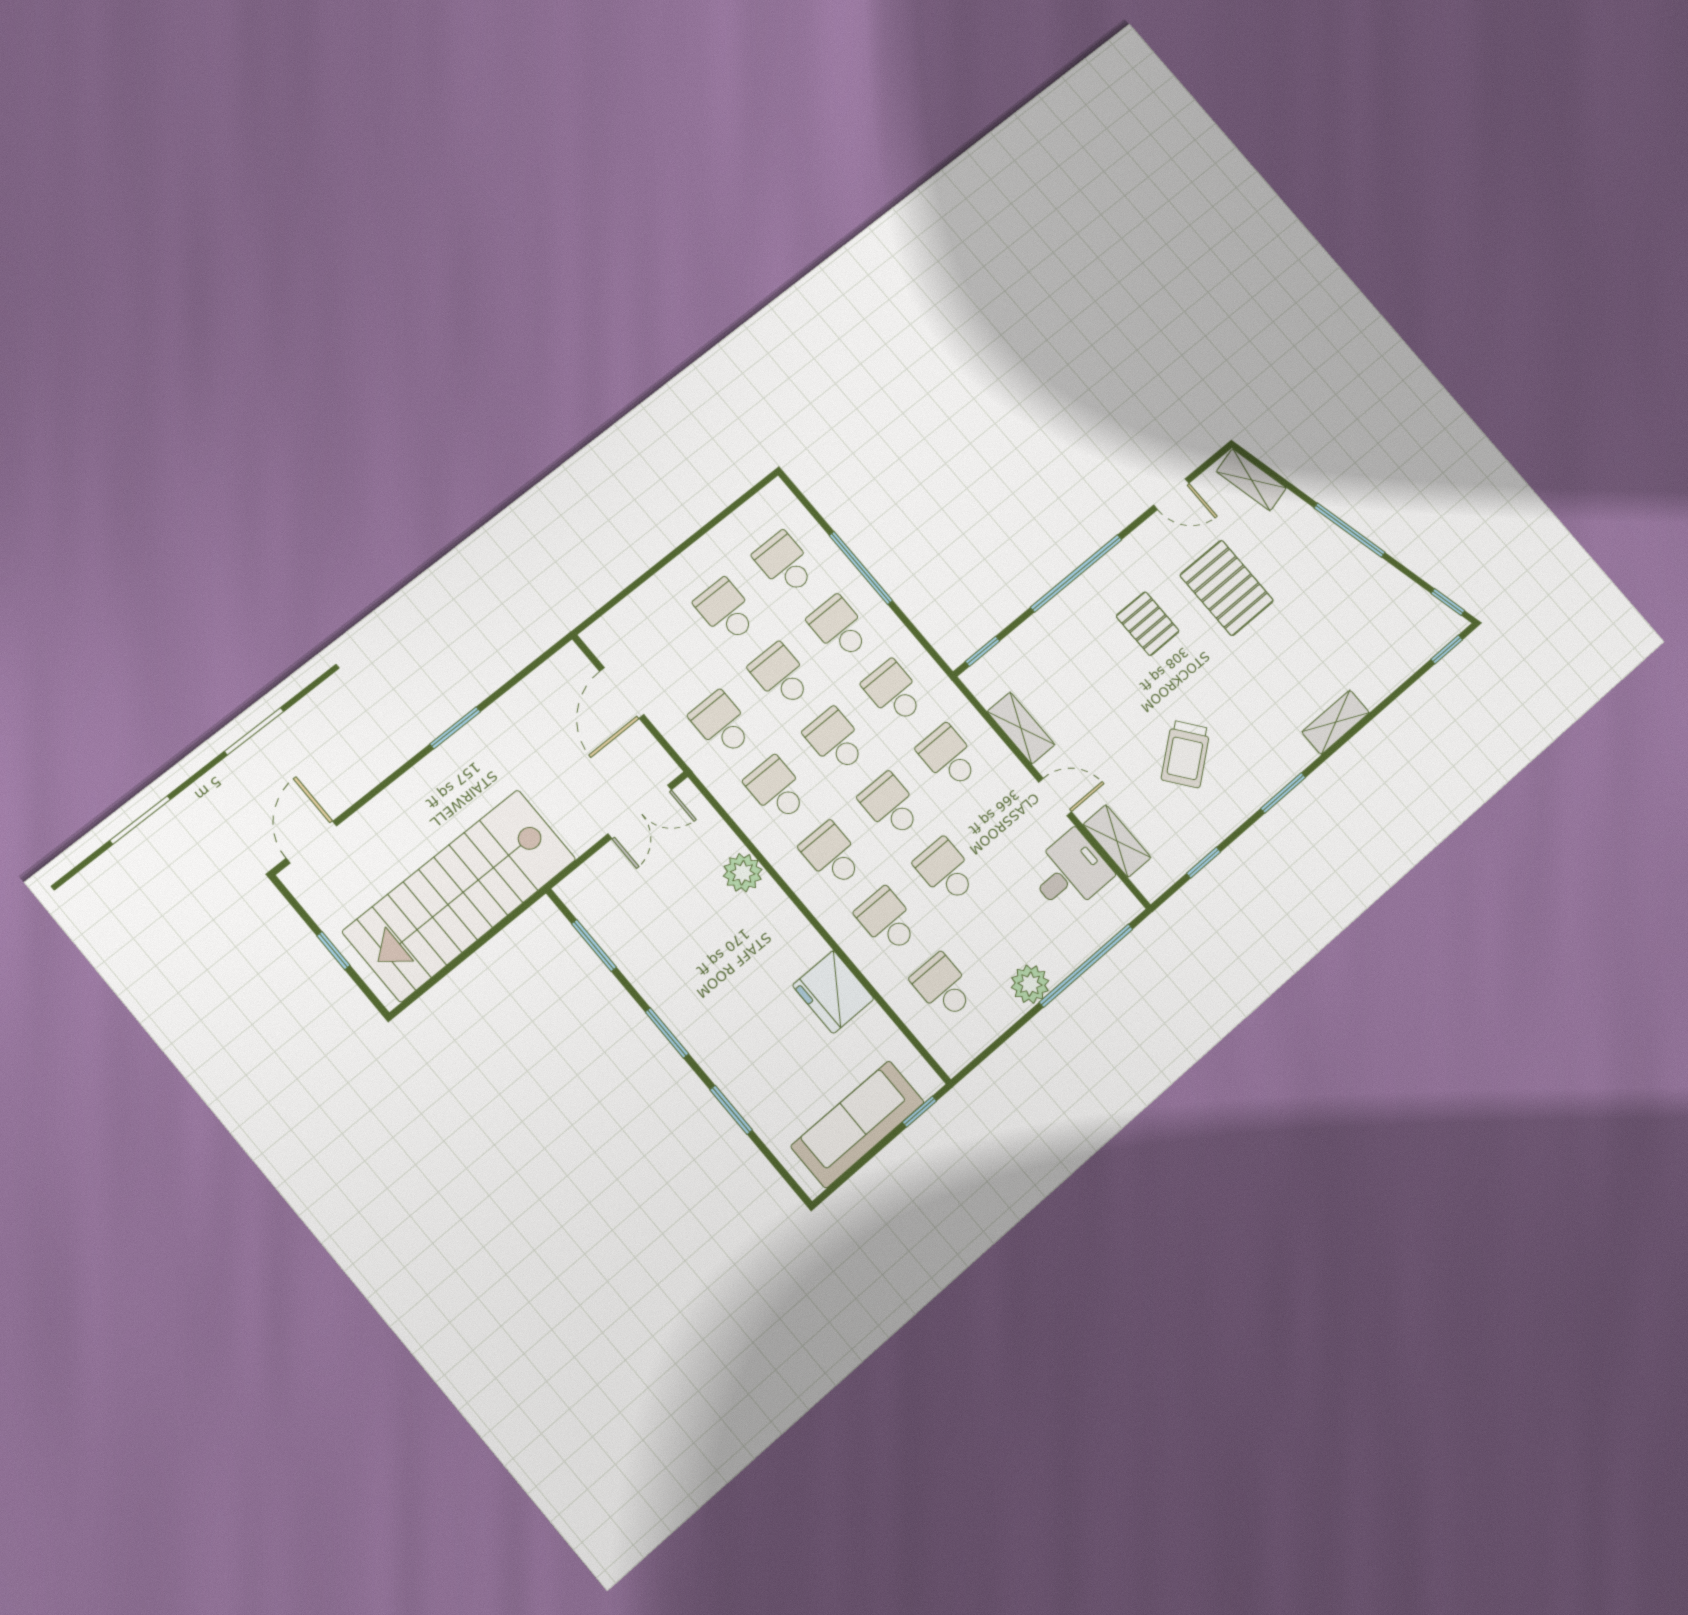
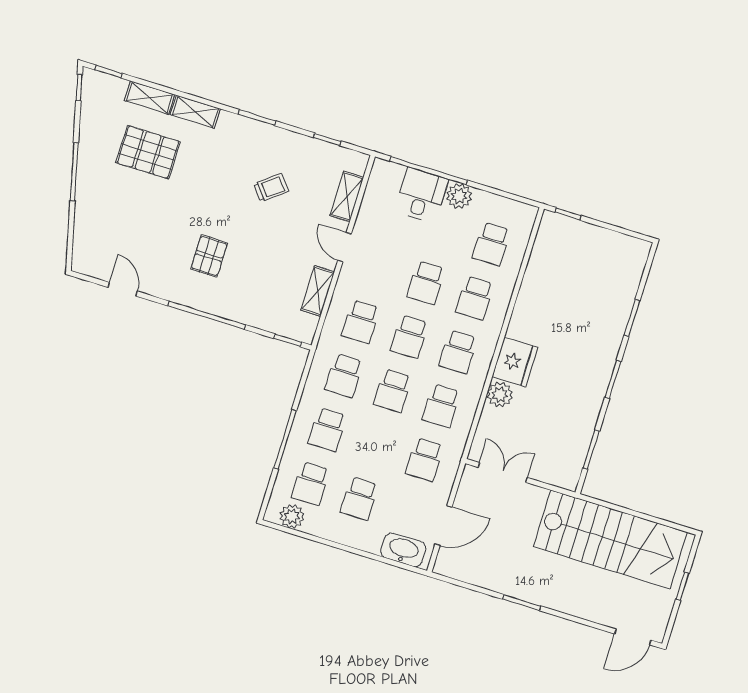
shelving: (1251, 480) -> (150, 98), moved, turned -76
plant: (759, 514) -> (292, 516), added
pallet: (1227, 588) -> (148, 152), moved, turned 90
washbasin: (624, 623) -> (403, 550), added
school desk: (781, 675) -> (376, 445), removed
trolley: (1186, 754) -> (271, 188), width x0.73, depth x0.72
desk: (1070, 872) -> (422, 195), moved, turned 90
fridge: (833, 992) -> (515, 362), moved
sofa: (858, 1124) -> (596, 244), removed

